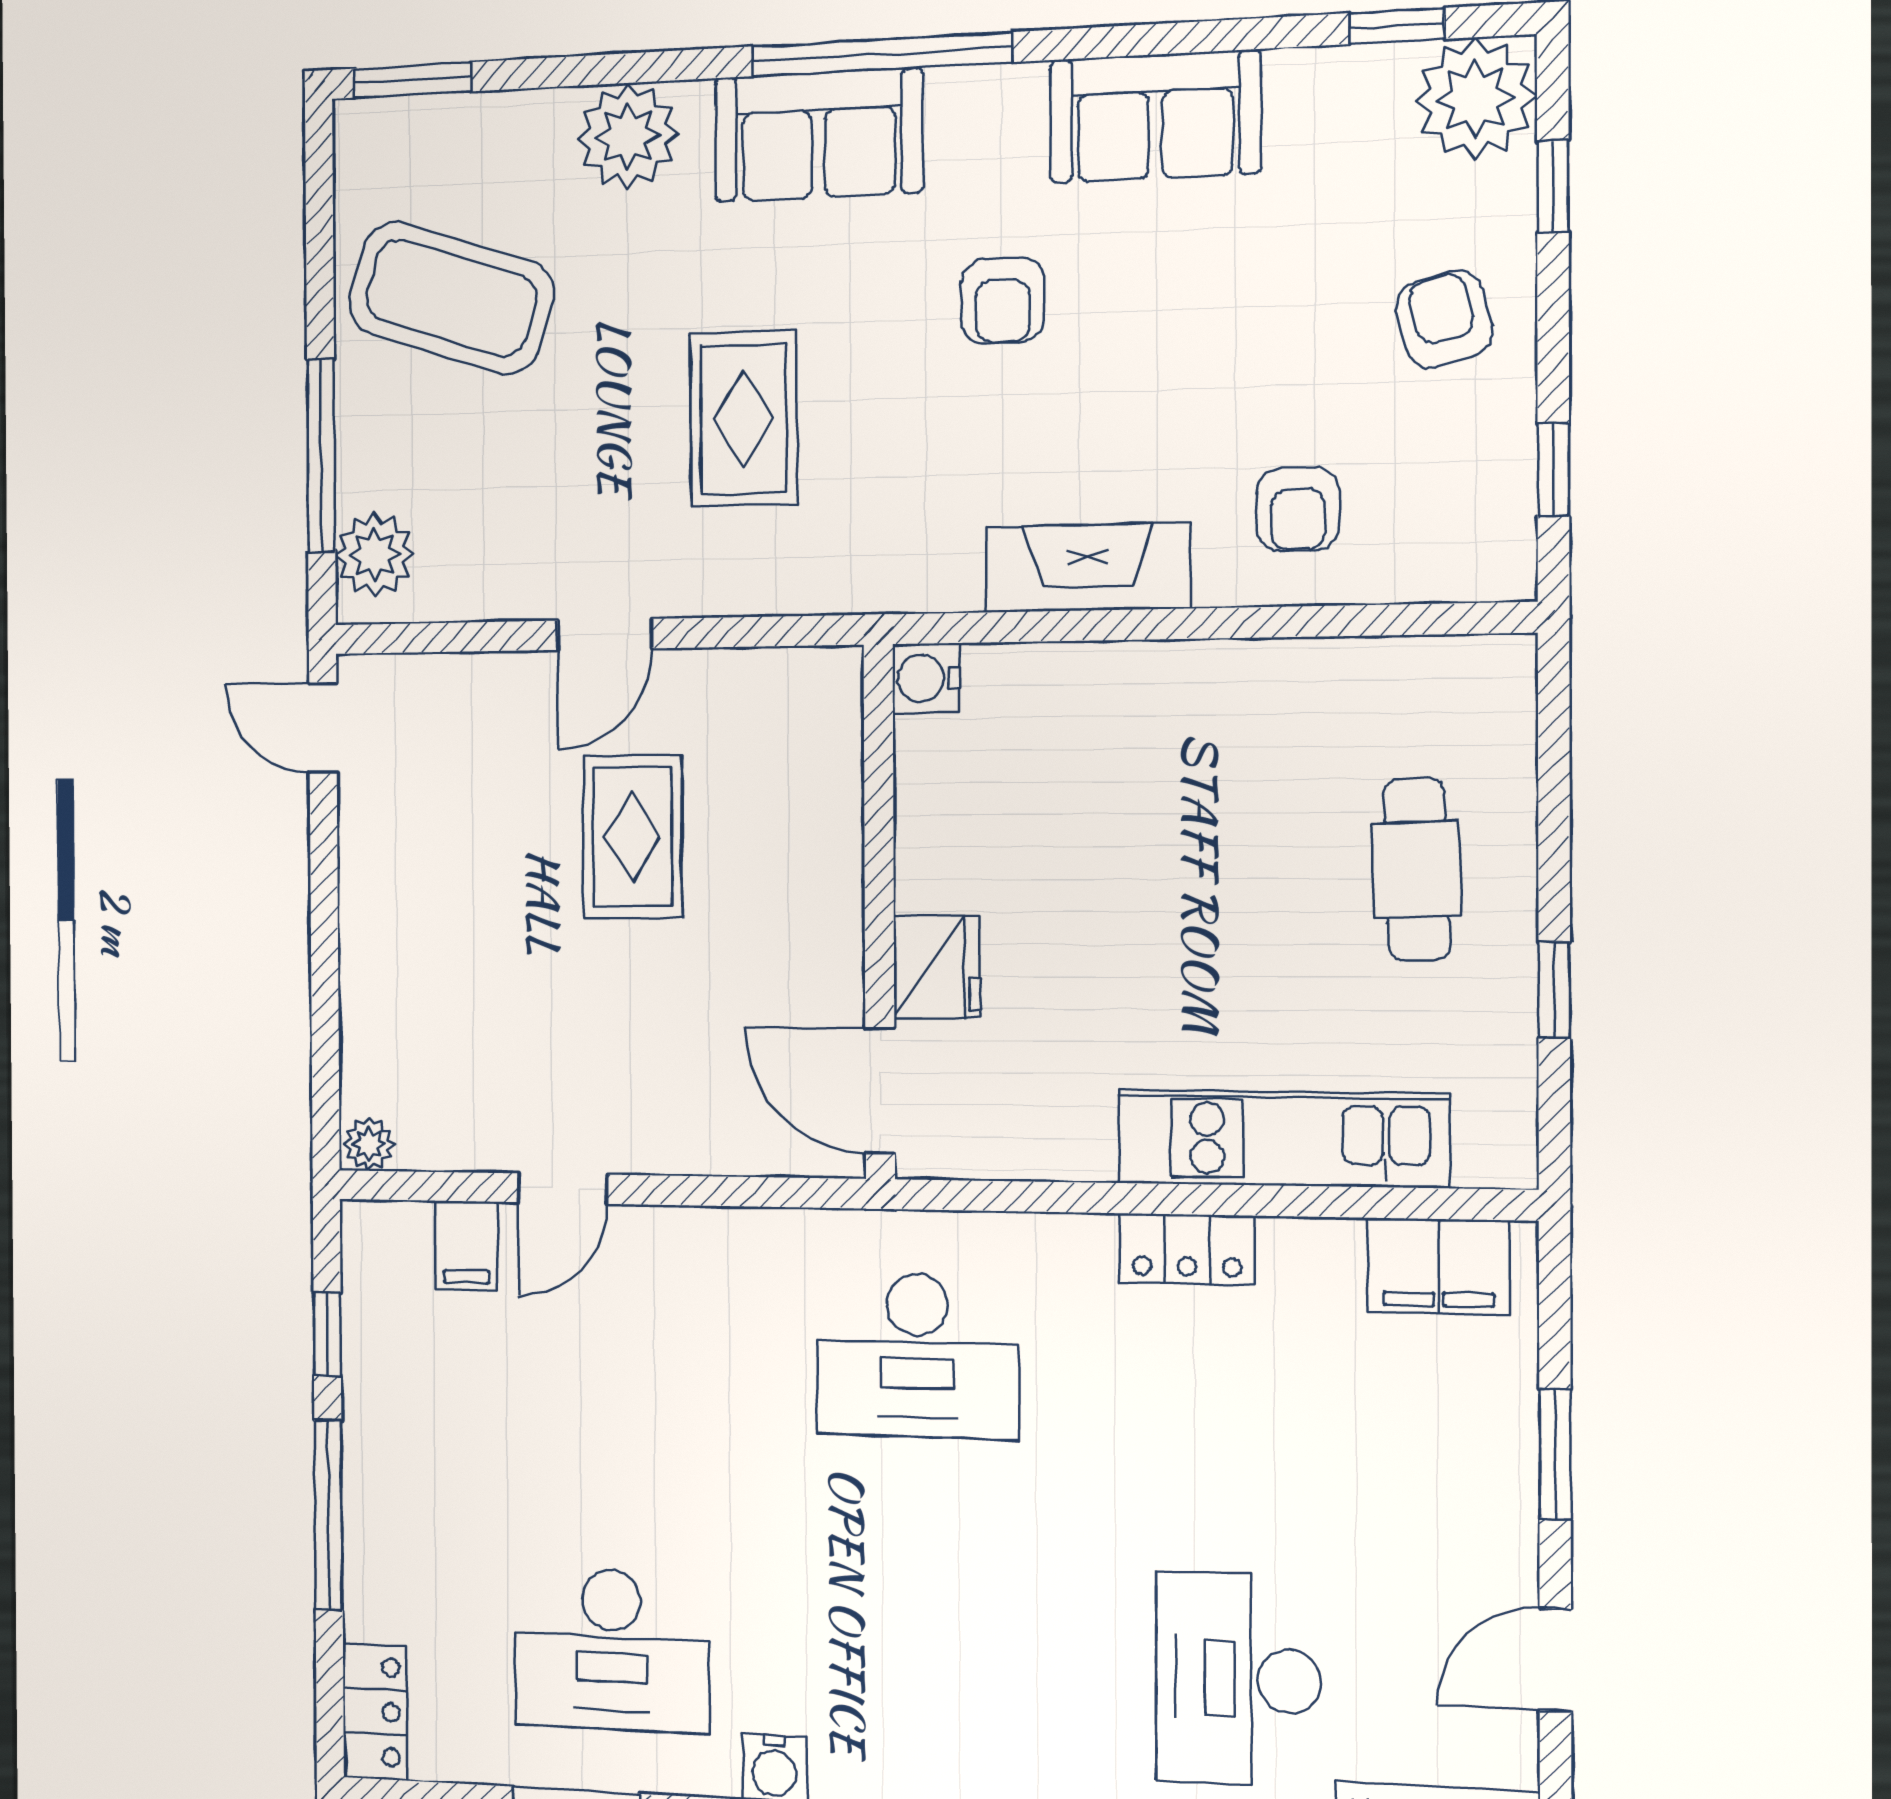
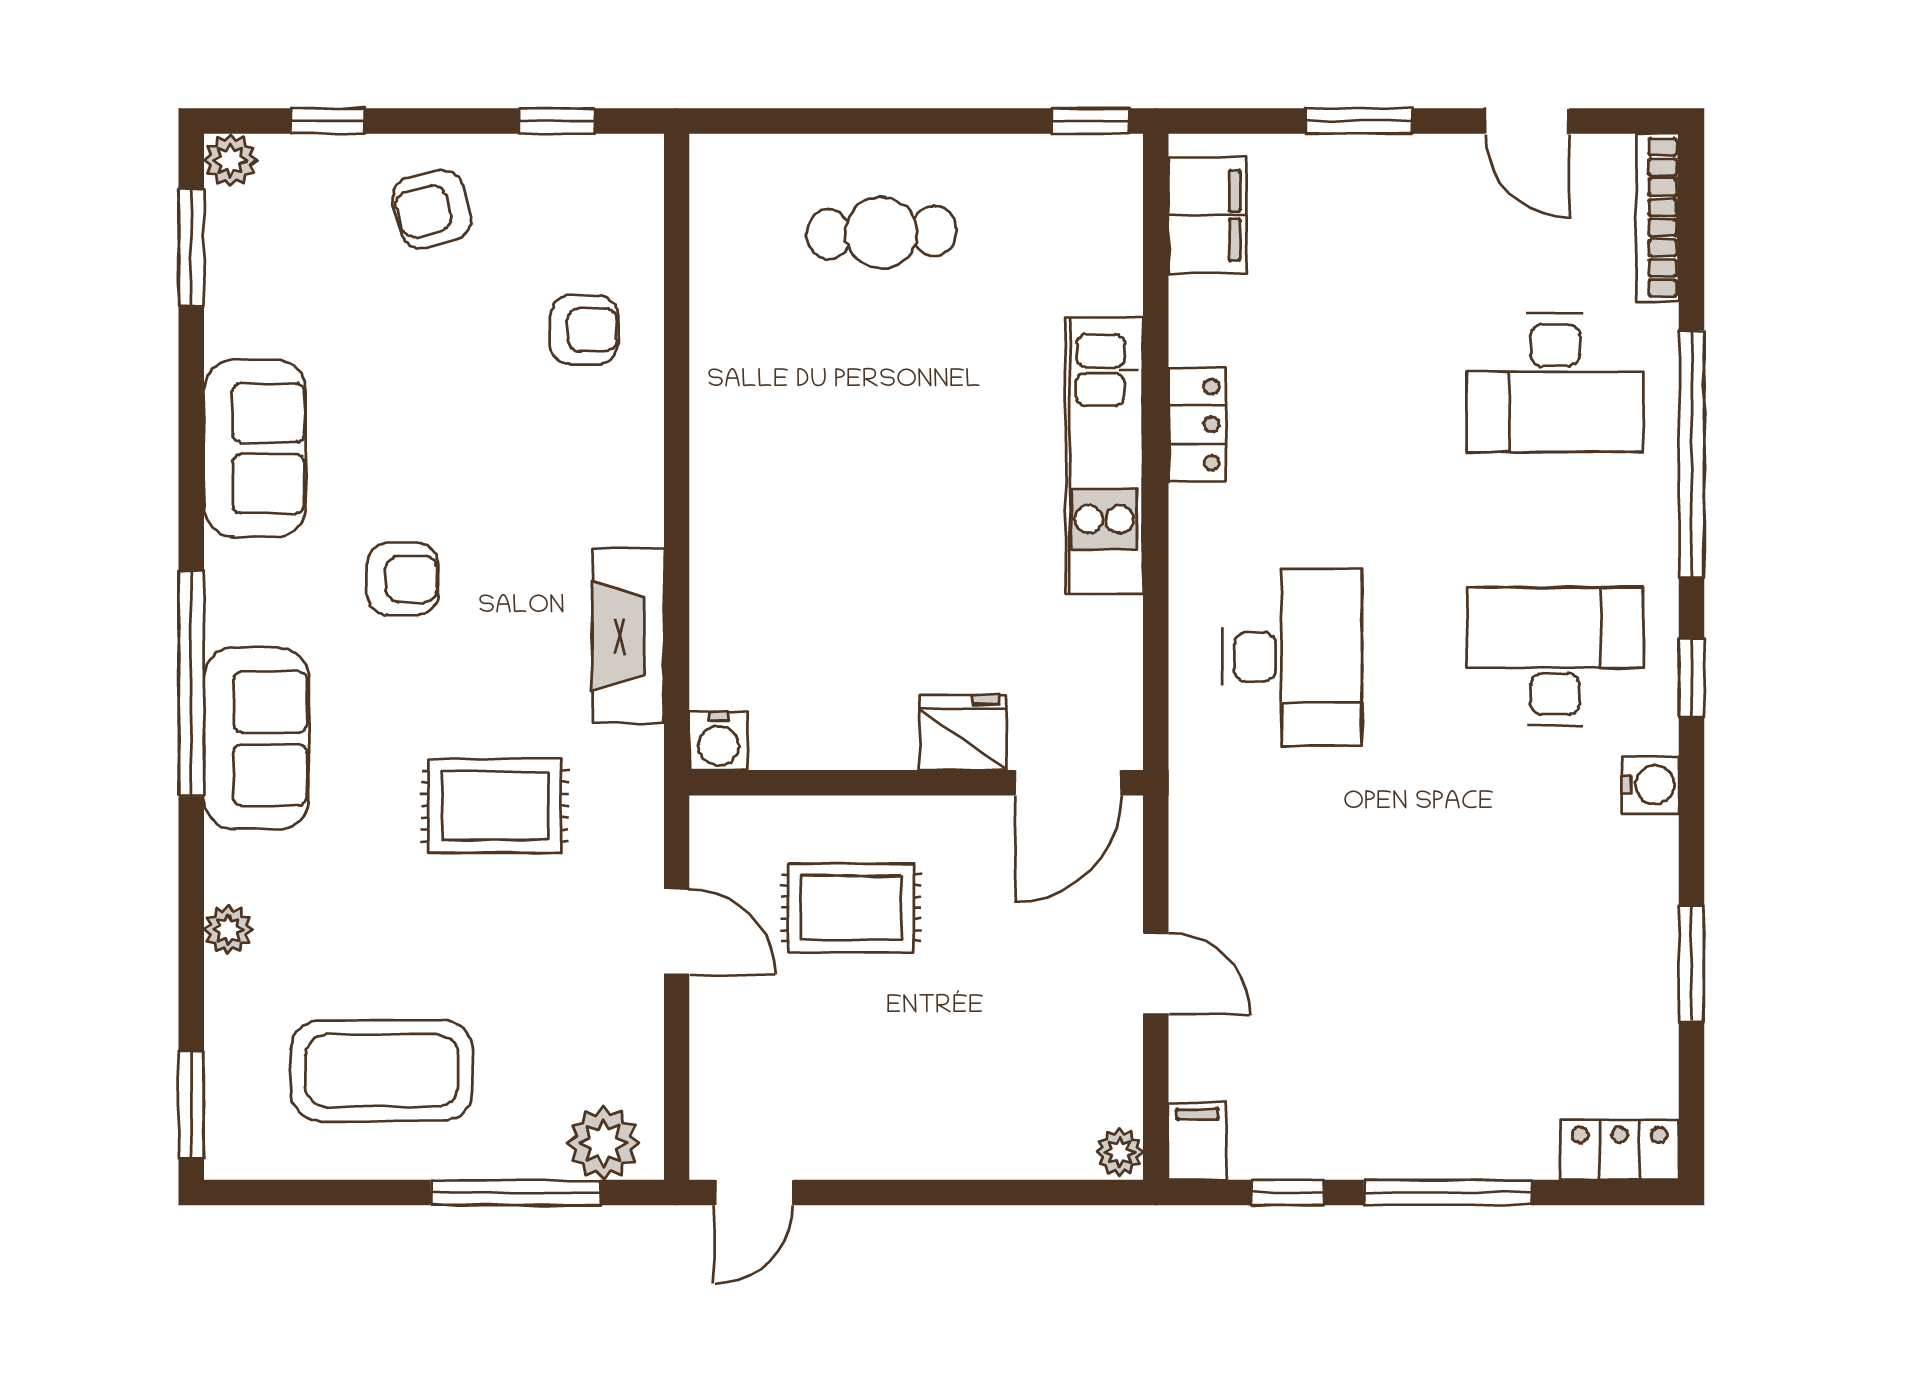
window: (1397, 26) -> (191, 247), width x1.50
plant: (1475, 99) -> (230, 160), width x0.53, depth x0.53
plant: (628, 136) -> (228, 930), width x0.53, depth x0.53
coffee table: (451, 298) -> (382, 1071), turned 72
fireplace: (1088, 568) -> (628, 636), moved
water cooler: (926, 678) -> (718, 741), moved
wall: (879, 912) -> (916, 783), moved
fridge: (937, 967) -> (963, 733), moved
window: (1554, 990) -> (1091, 121), moved
door: (880, 1091) -> (1068, 783), moved
kitchen unit: (1283, 1139) -> (1104, 456), moved
filing cabinet: (466, 1246) -> (1197, 1141), moved, turned -90
desk: (612, 1650) -> (1555, 657), moved, turned -90

